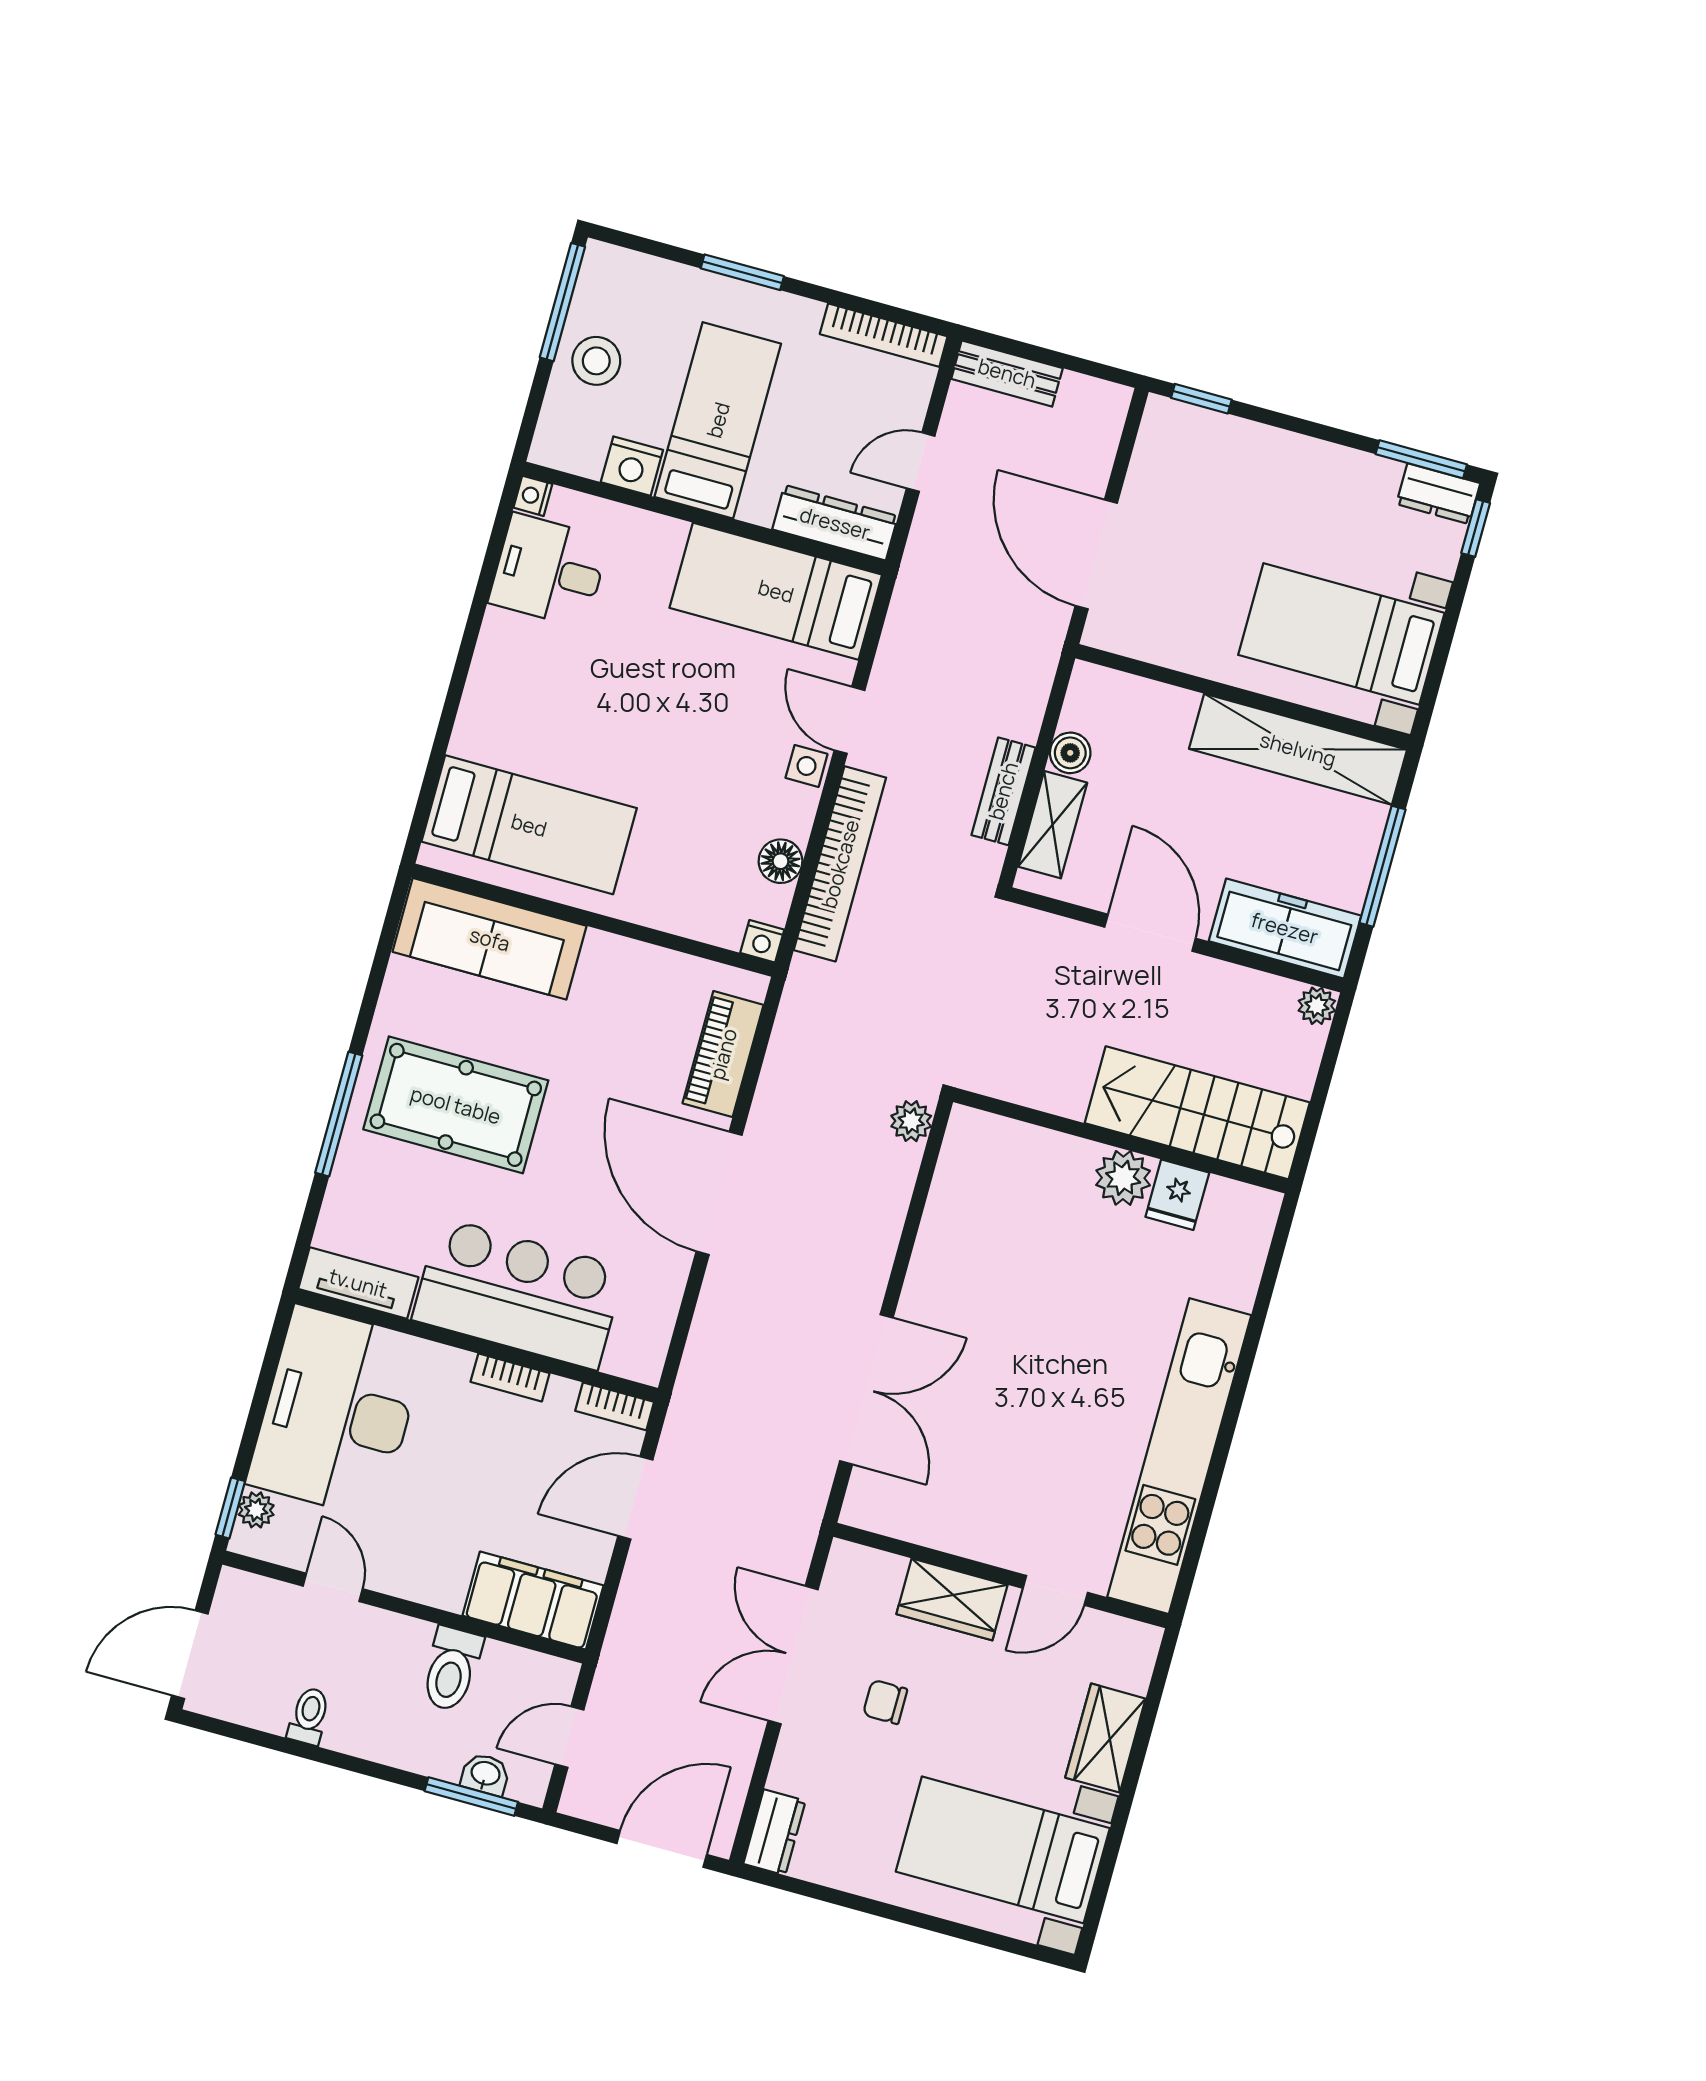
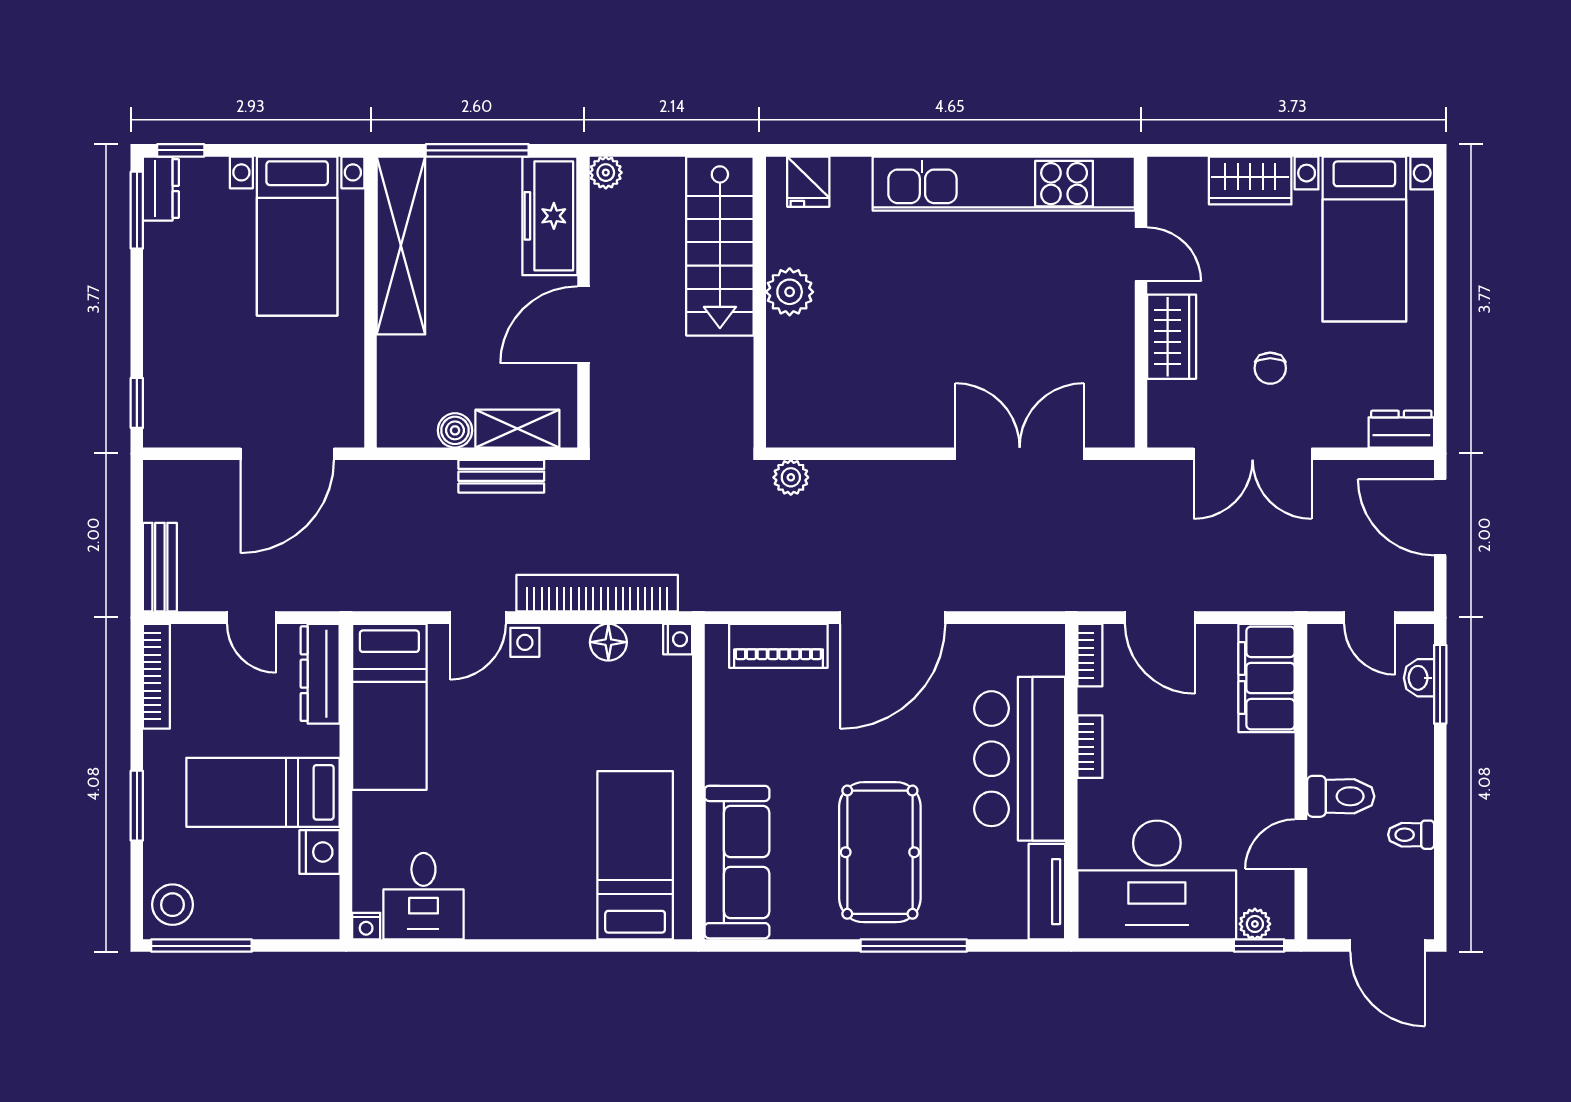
stool: (596, 361) -> (173, 905), moved
fridge: (1177, 1195) -> (808, 182), moved, turned 90
toilet: (451, 1669) -> (1341, 796), moved

